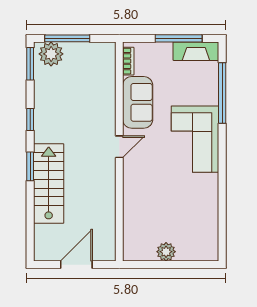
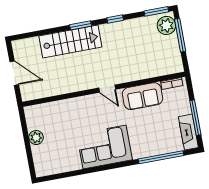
corner sofa: (195, 139) -> (104, 147), moved

